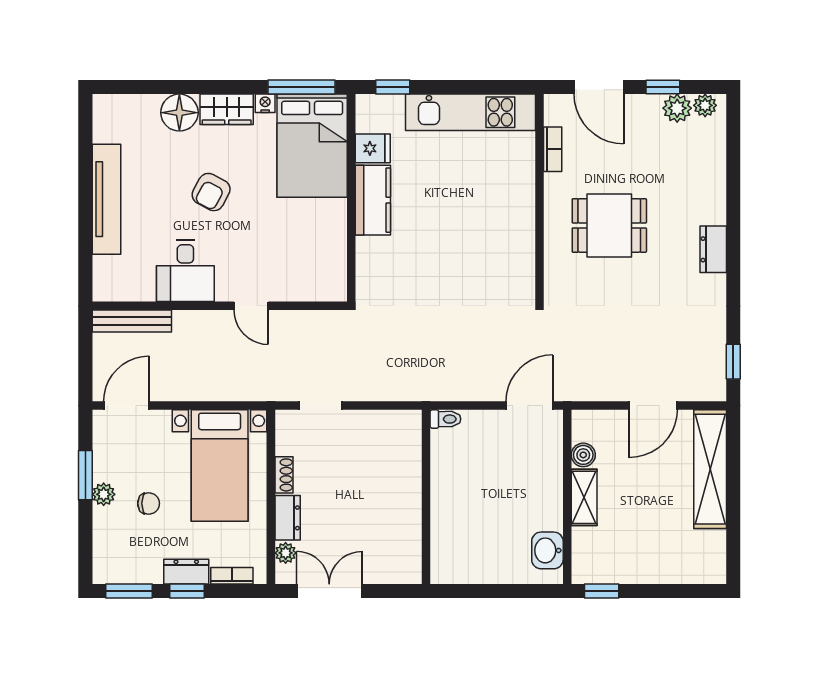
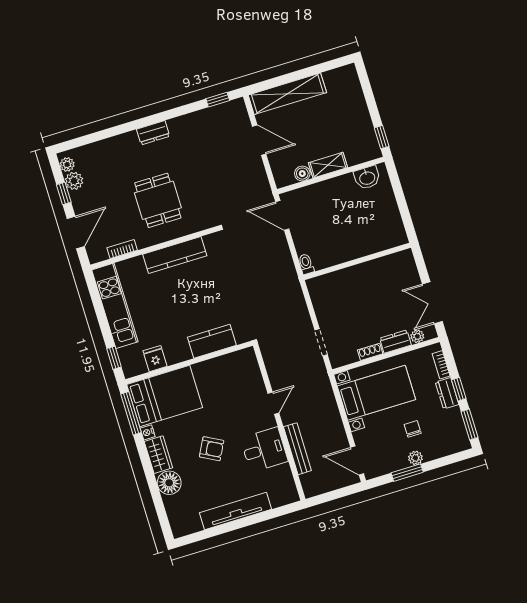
kitchen counter: (373, 200) -> (212, 341), moved
kitchen counter: (519, 226) -> (175, 255), added
bench: (132, 321) -> (297, 449), moved

